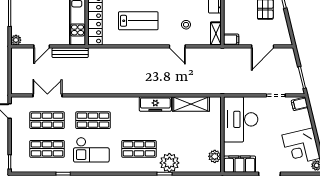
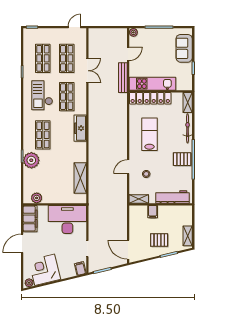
lab bench: (138, 21) -> (149, 134), turned 180
filing cabinet: (231, 40) -> (153, 212), moved
door: (42, 46) -> (128, 54), swing flipped
door: (263, 46) -> (128, 250), moved
double door: (47, 95) -> (87, 71), moved
freezer: (155, 104) -> (80, 128), moved

